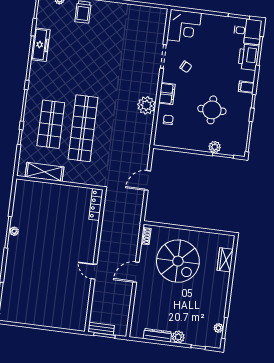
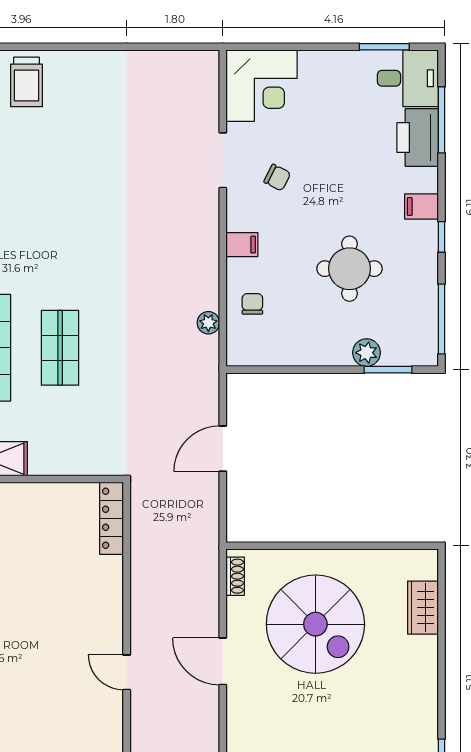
filing cabinet: (167, 94) -> (242, 245), width x0.50
plant: (146, 105) -> (208, 323), moved, width x0.53, depth x0.53
shop shelf: (83, 128) -> (60, 348), width x0.50, depth x0.74
door: (136, 272) -> (223, 661), hinge flipped

